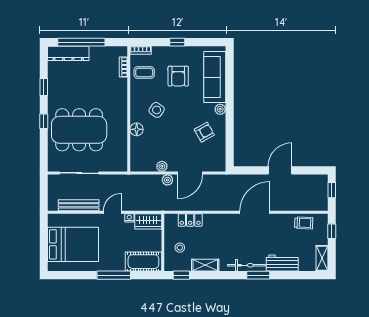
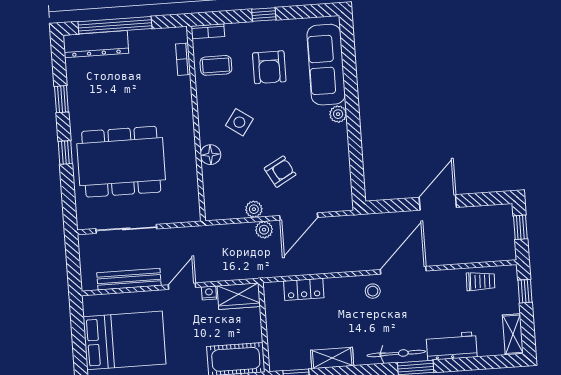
armchair: (204, 132) -> (280, 172), moved
stool: (180, 248) -> (373, 291), moved

